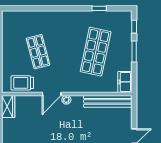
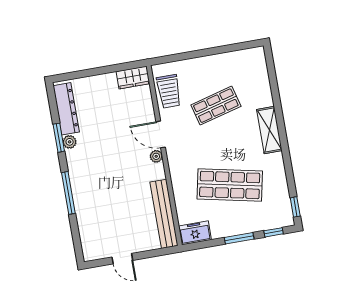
window: (99, 8) -> (295, 207), moved
shelving: (62, 17) -> (269, 130), added
trolley: (22, 83) -> (169, 91), turned 180

